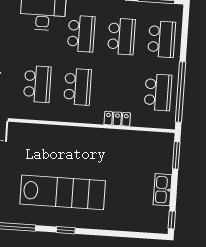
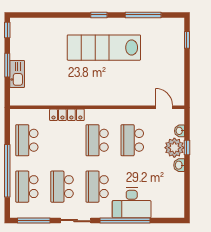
window: (180, 92) -> (7, 171), moved
locker: (117, 119) -> (67, 115), width x1.53
window: (176, 155) -> (7, 65), moved
kitchen sink: (163, 190) -> (17, 74), moved

